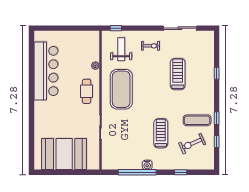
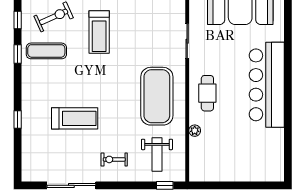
bar counter: (46, 71) -> (267, 85), moved
treadmill: (178, 74) -> (75, 118), turned -90

